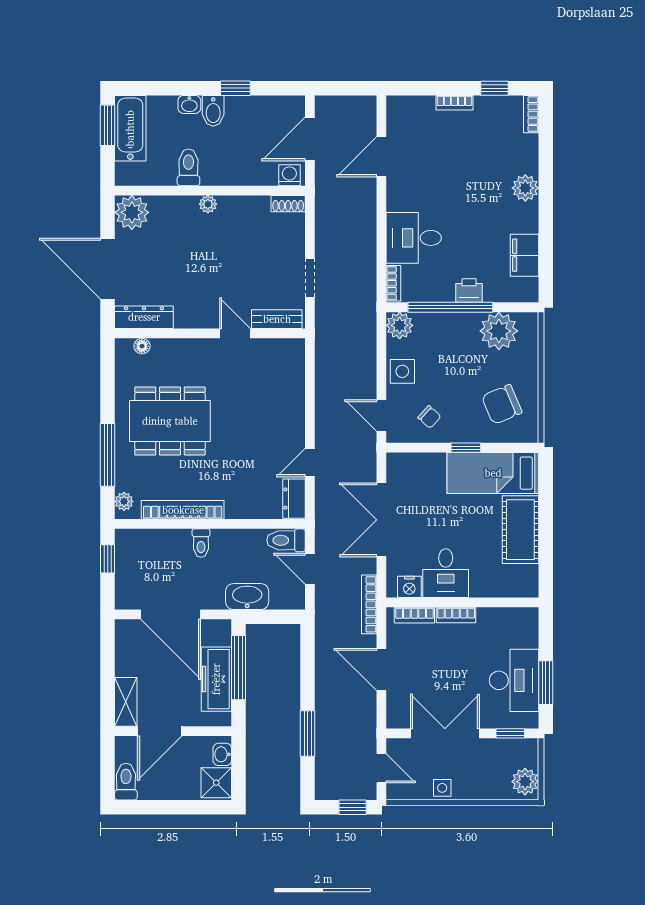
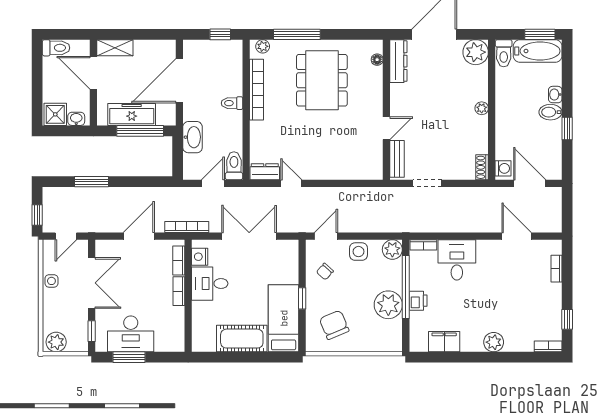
bookcase: (454, 103) -> (557, 269), moved
toilet: (188, 167) -> (504, 53), moved, turned 90
plant: (499, 331) -> (388, 305), moved

